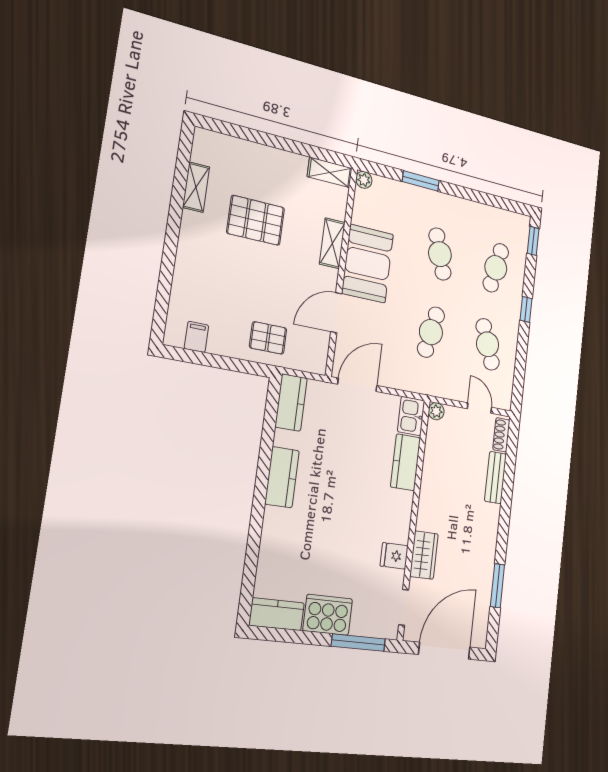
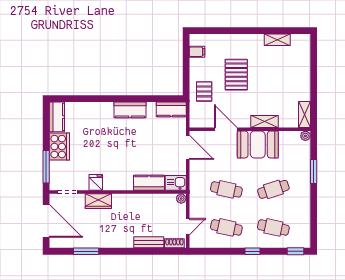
pallet: (256, 220) -> (236, 75), moved
cafe table: (488, 344) -> (226, 227), turned 33

